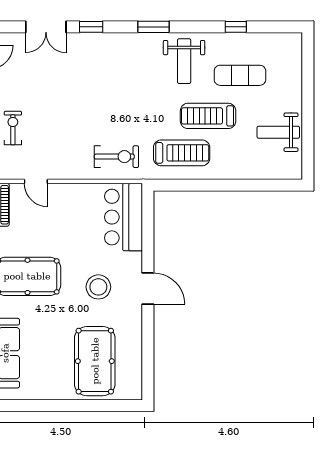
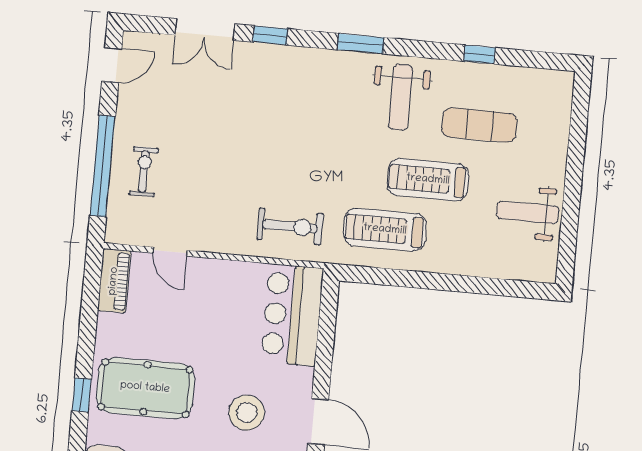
treadmill: (182, 153) -> (385, 230), turned 180

